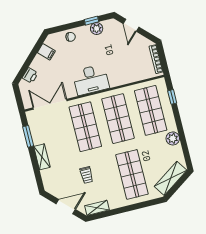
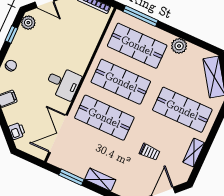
plant: (97, 29) -> (28, 23), moved
desk: (91, 80) -> (63, 83), width x0.73
window: (172, 97) -> (140, 16), width x2.17
shelving: (97, 208) -> (194, 153), moved

